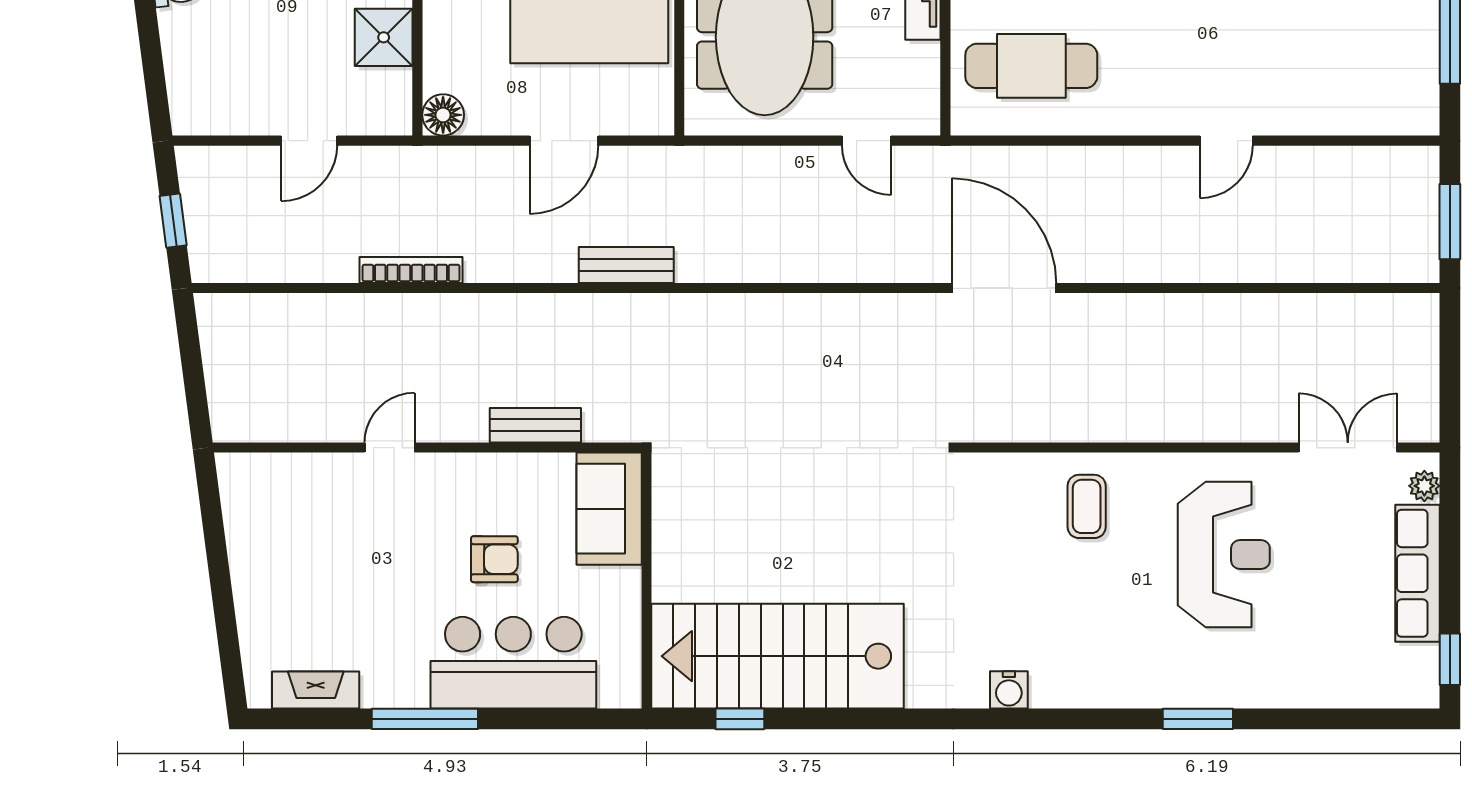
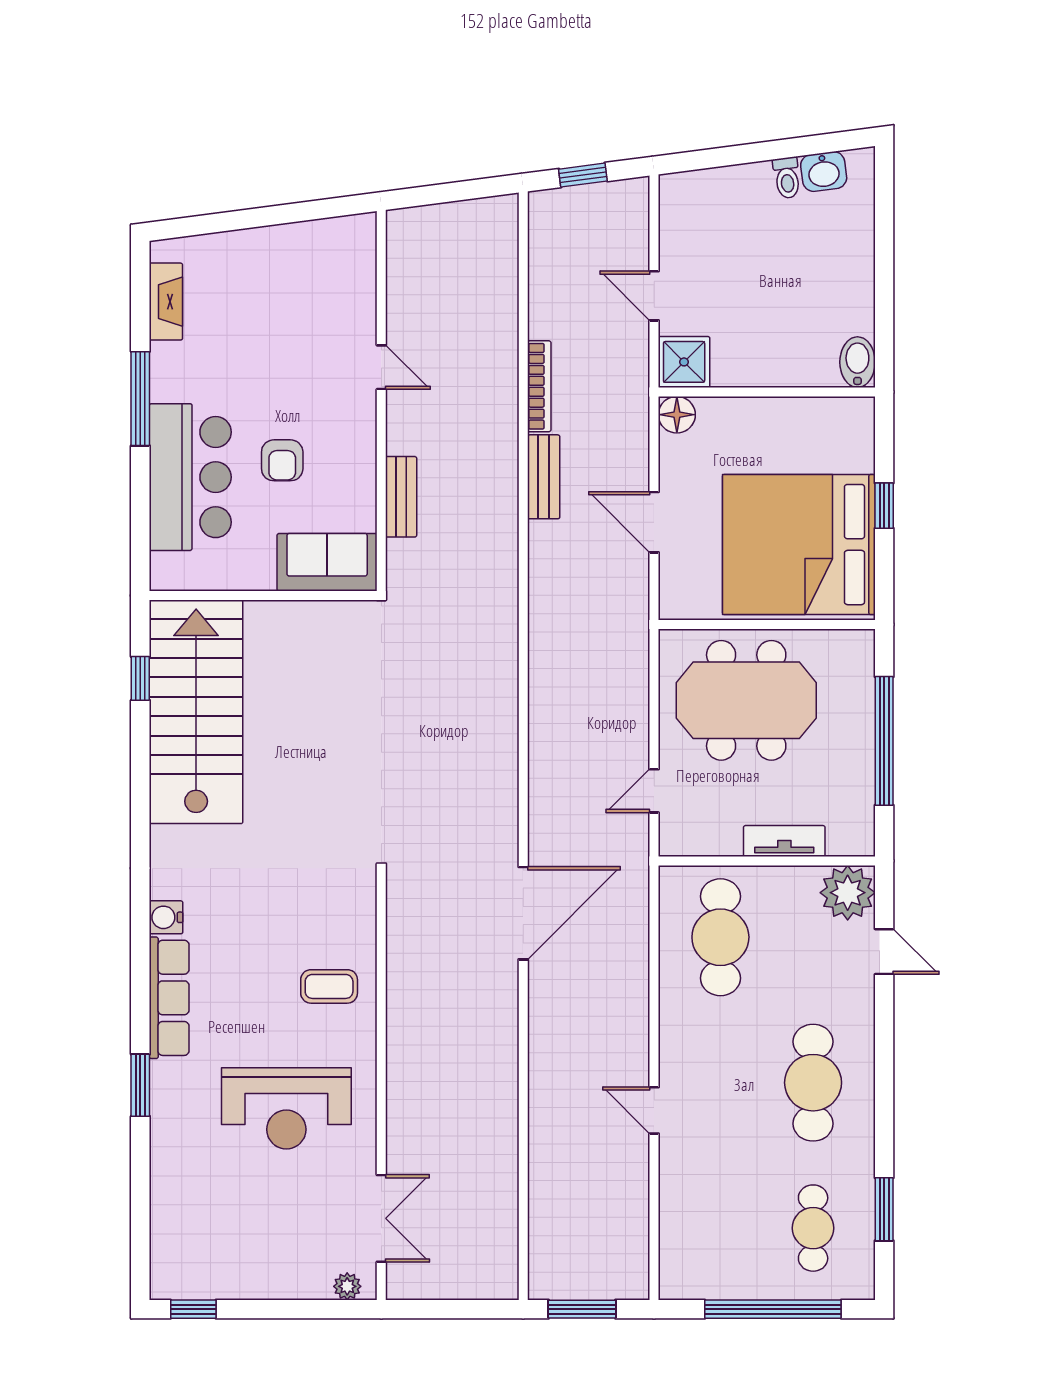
shower: (384, 37) -> (684, 362), moved
bench: (626, 265) -> (544, 477), moved
row of seats: (1418, 573) -> (169, 998), moved, turned 90

